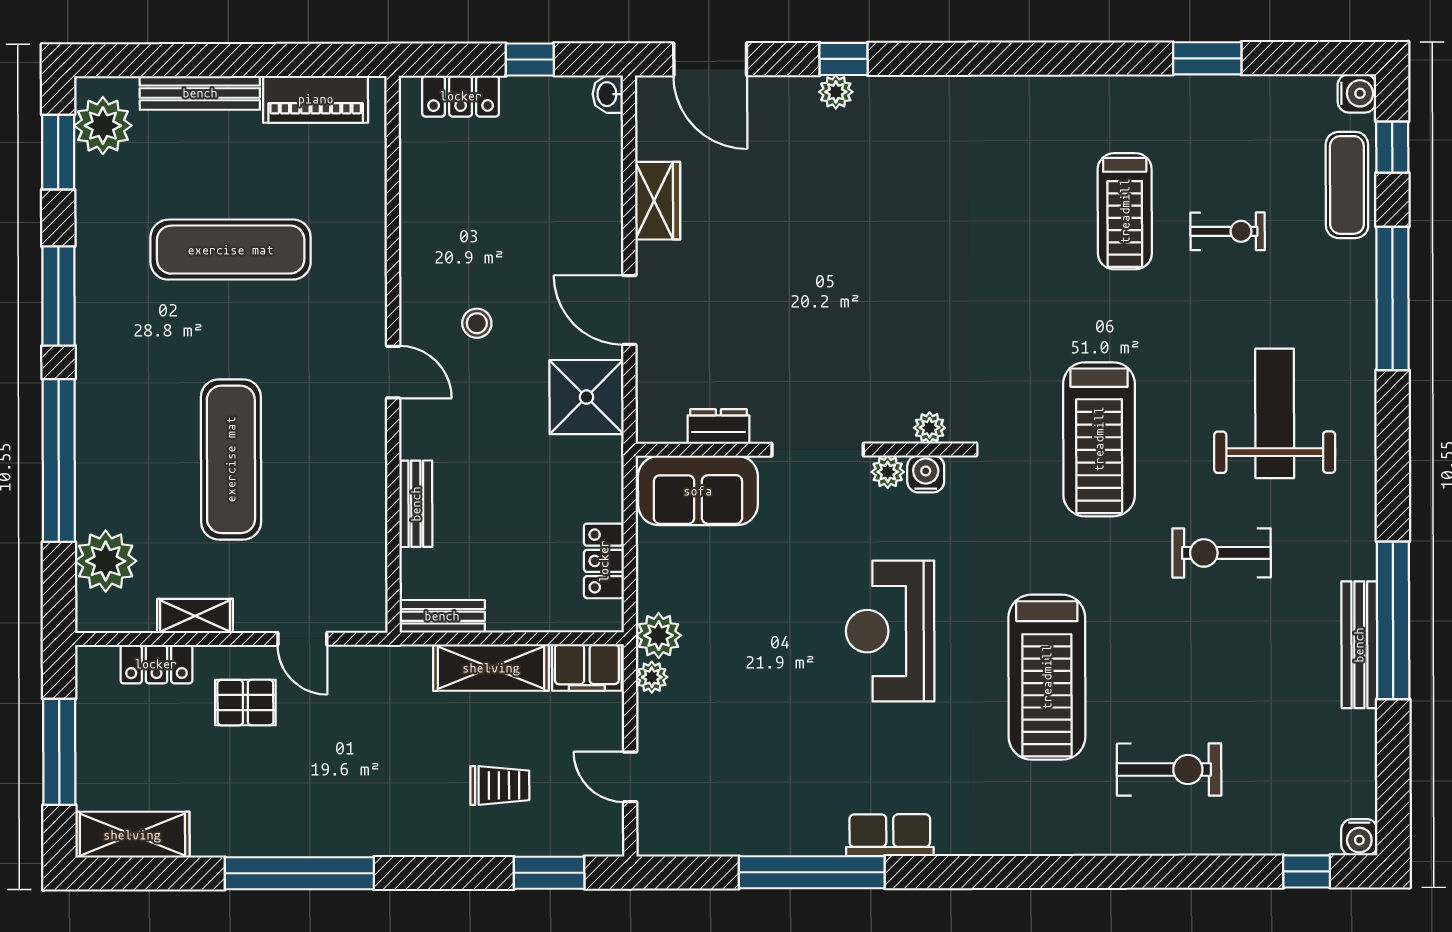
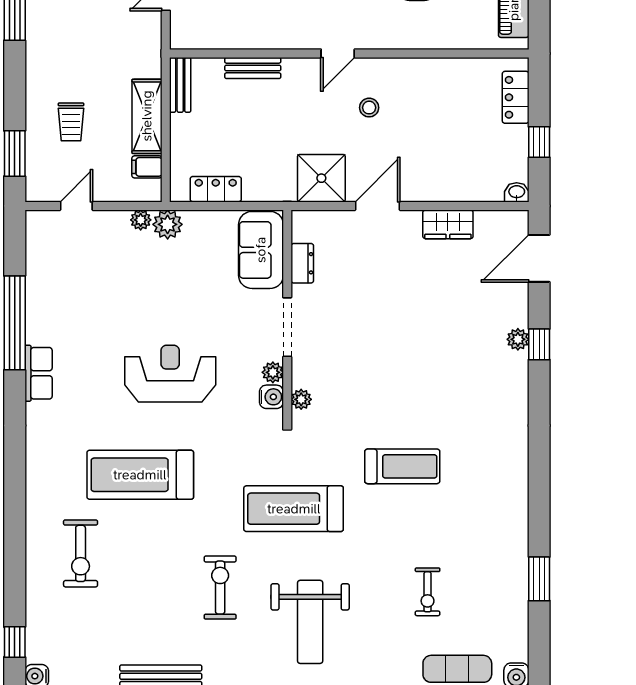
treadmill: (1125, 211) -> (402, 466), moved, turned 180
weight bench: (1275, 413) -> (310, 622), turned 90
filing cabinet: (587, 668) -> (147, 167), width x0.50

